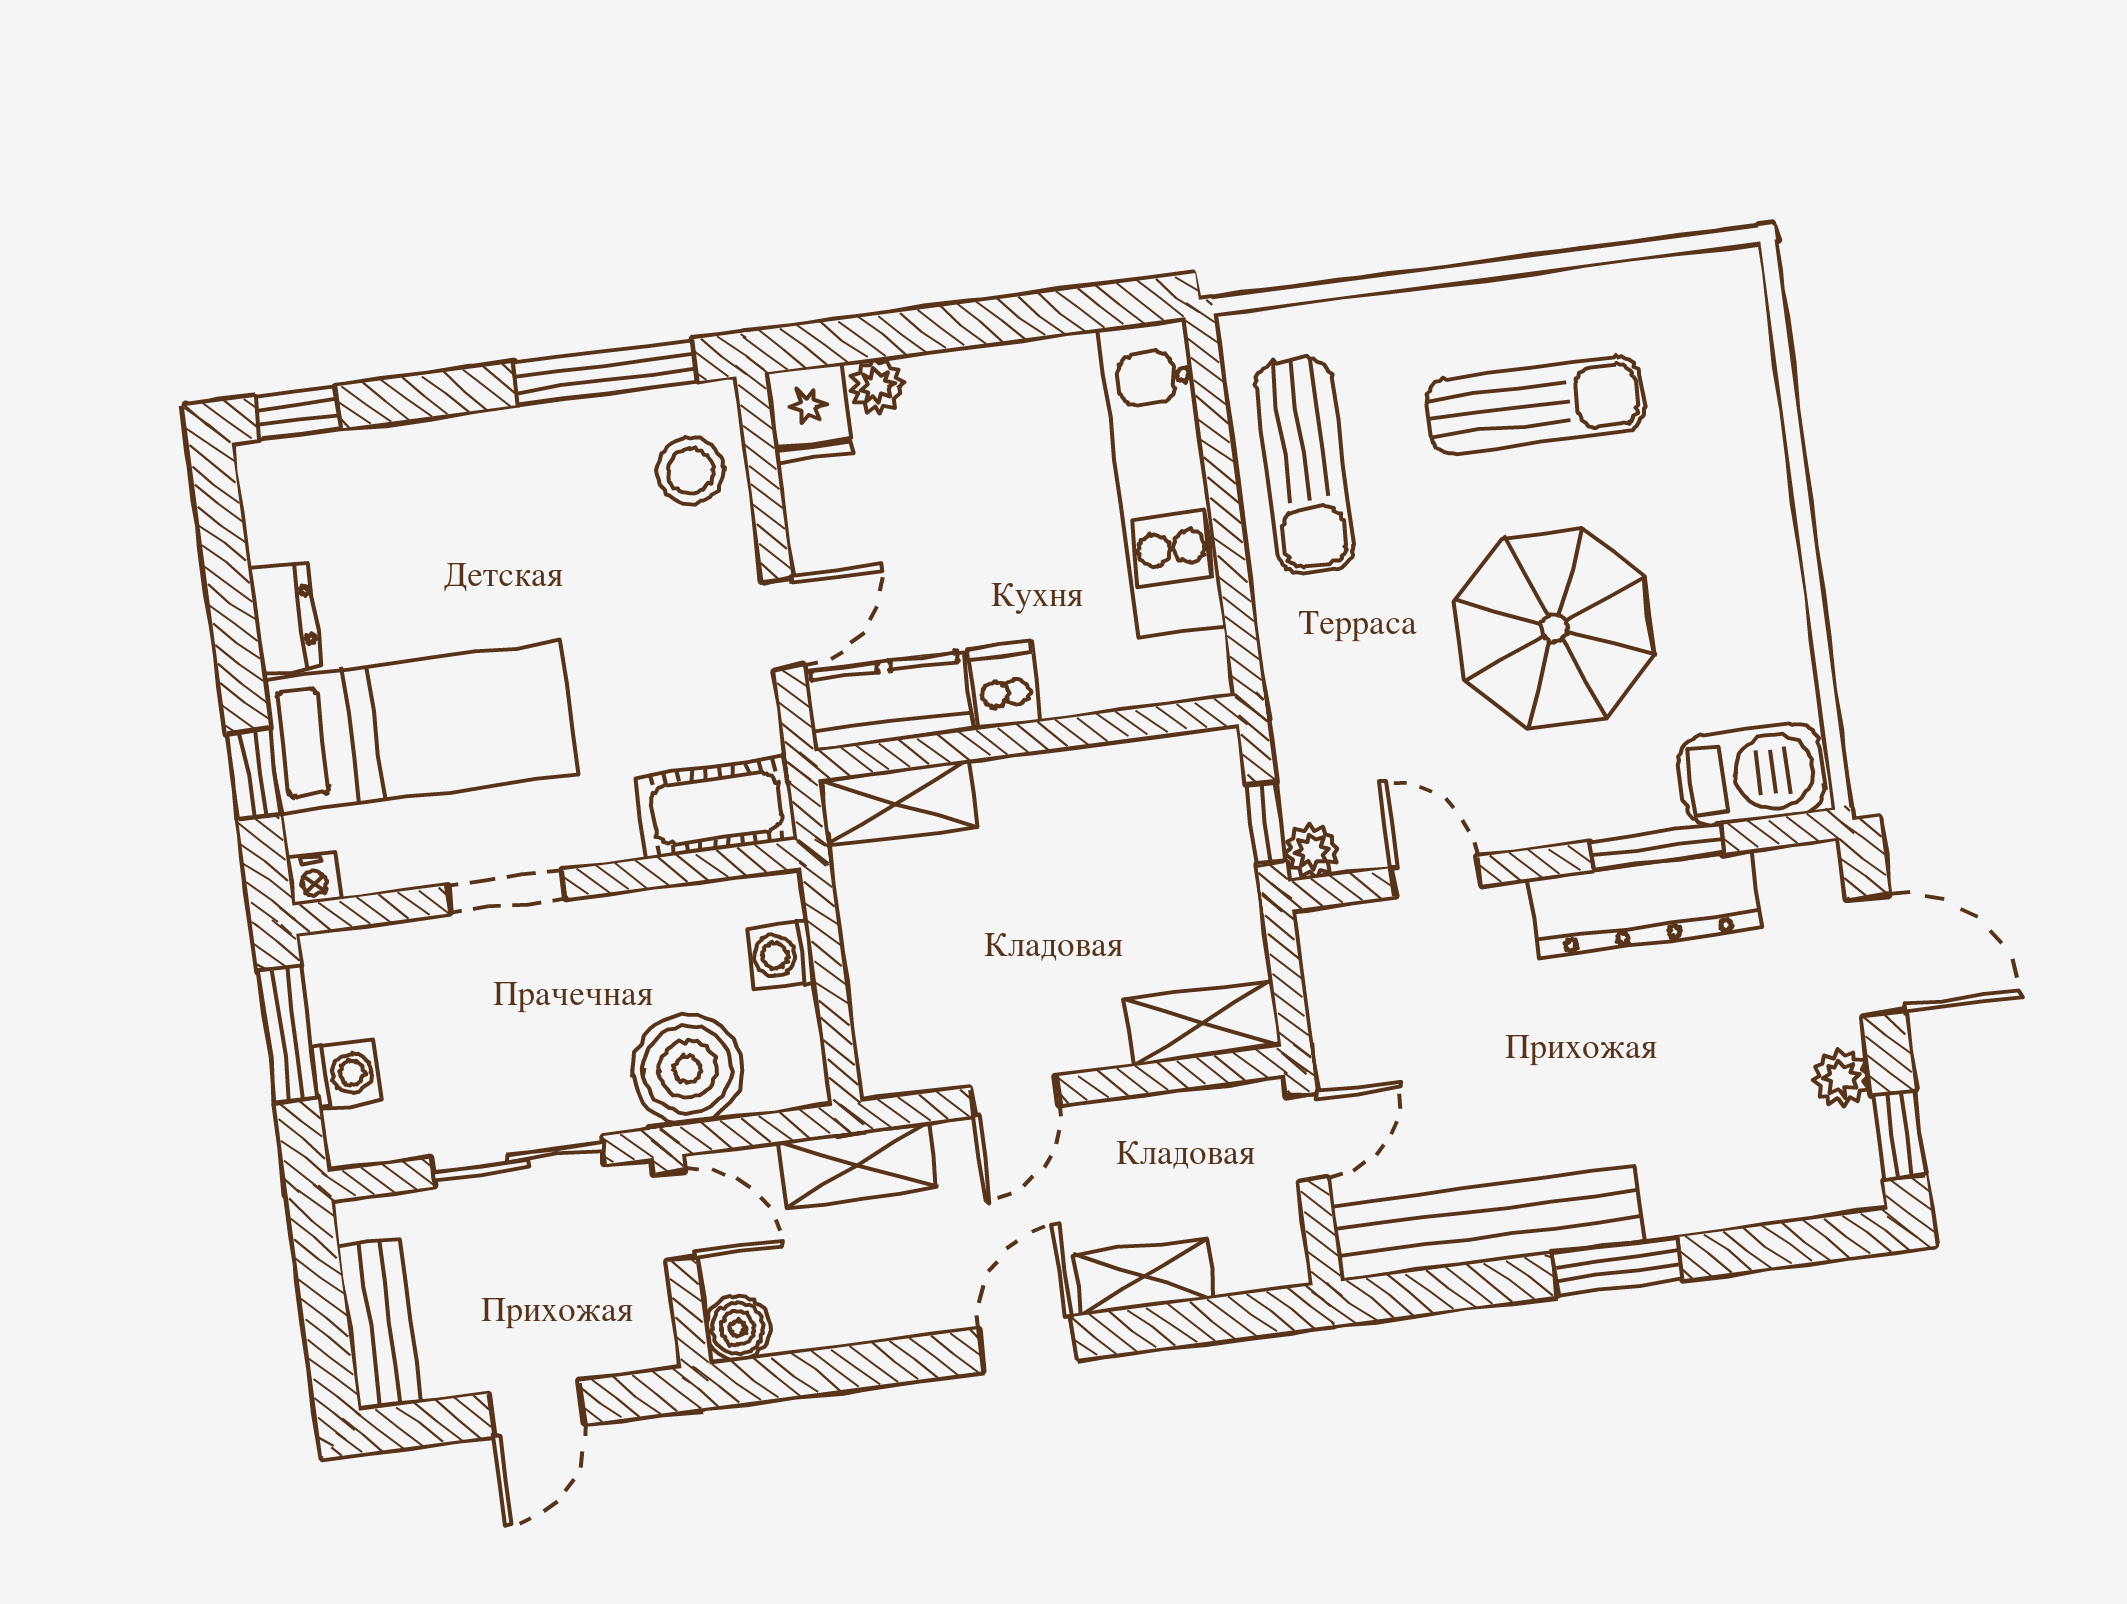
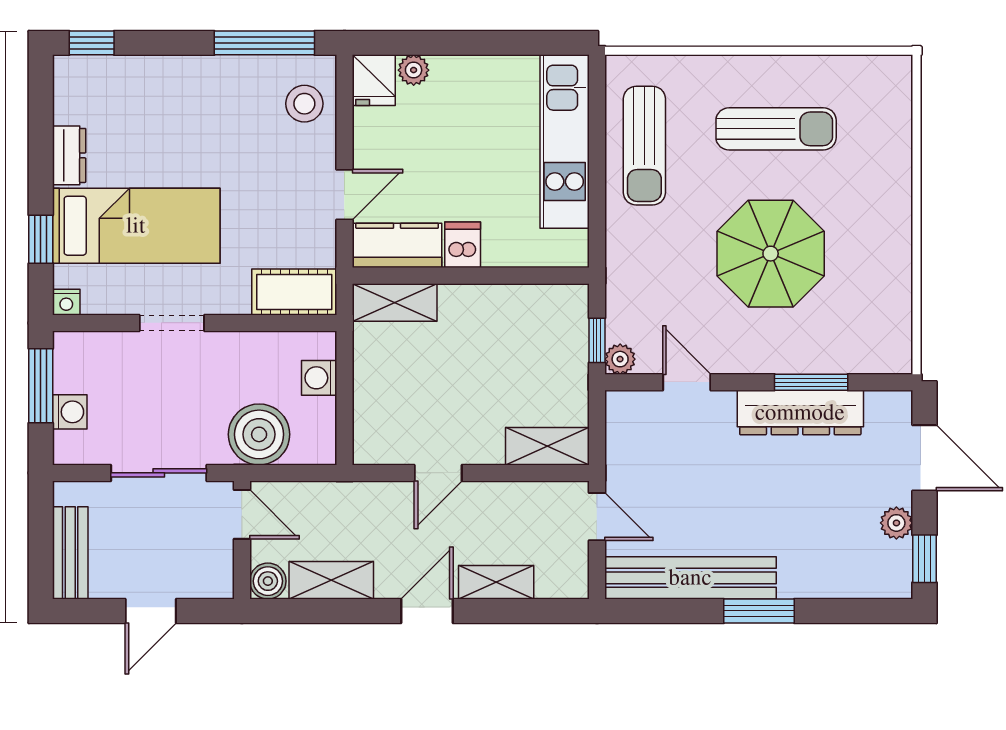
barbecue: (1752, 774) -> (869, 349), removed
door: (1307, 1137) -> (597, 517), hinge flipped
shelving: (858, 1165) -> (331, 580), moved

